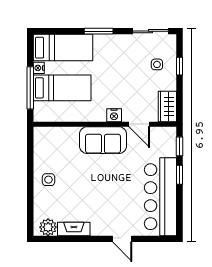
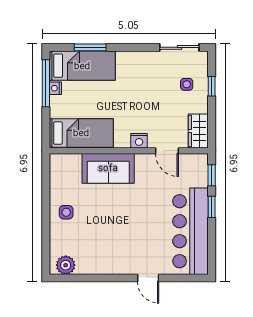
window: (99, 31) -> (90, 47), moved
window: (30, 88) -> (46, 83), moved
bed: (62, 88) -> (81, 133), moved
sofa: (103, 140) -> (108, 168), moved
fireplace: (74, 229) -> (94, 267), removed

